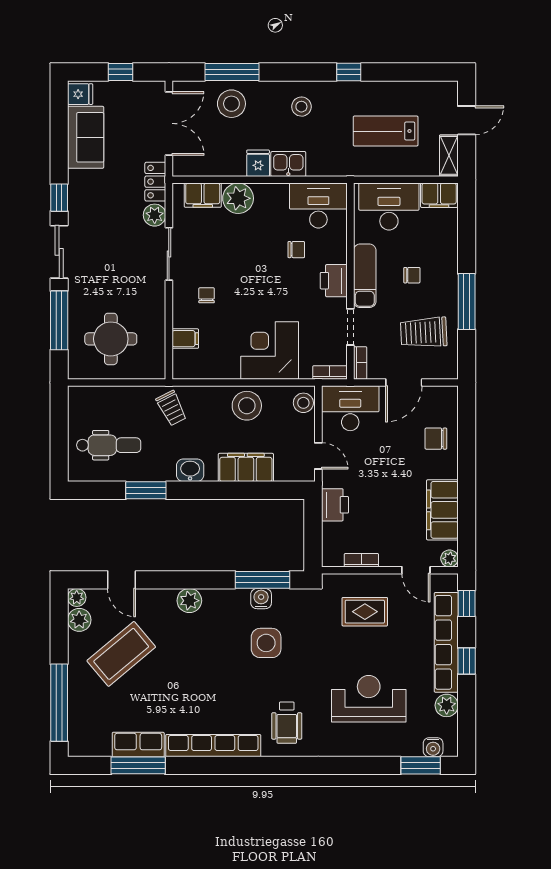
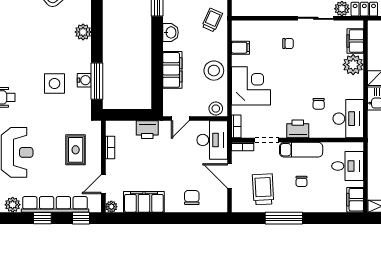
desk: (389, 207) -> (348, 166), width x0.73
filing cabinet: (185, 339) -> (240, 48), moved, turned -90
trolley: (171, 408) -> (212, 20), turned 141

